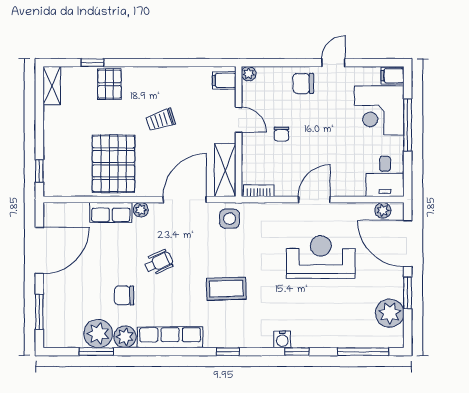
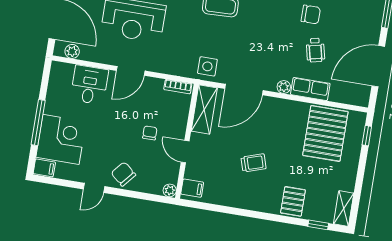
window: (92, 63) -> (318, 225), moved
chair: (303, 83) -> (123, 174), turned -140
pallet: (114, 164) -> (325, 133), moved
desk: (385, 176) -> (89, 85), moved
wheelchair: (159, 262) -> (315, 50), moved, turned -78

